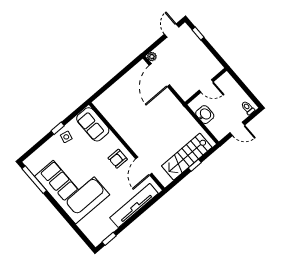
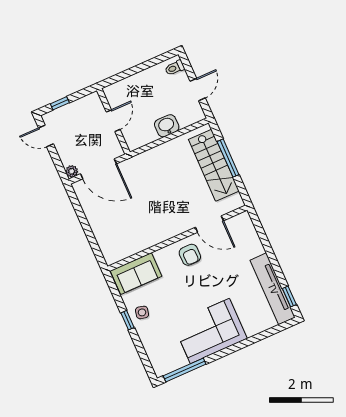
door: (206, 86) -> (113, 121), moved
wall: (206, 86) -> (113, 121), moved
window: (195, 165) -> (228, 158), width x2.17
corner sofa: (72, 186) -> (210, 331), width x0.73, depth x0.74
tv unit: (134, 205) -> (273, 289), moved

